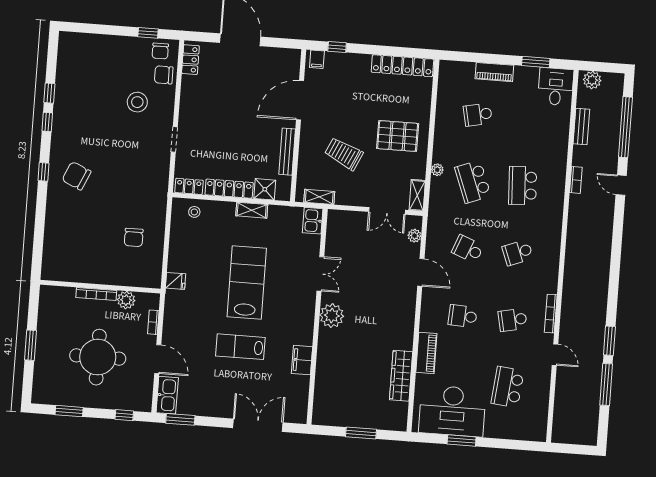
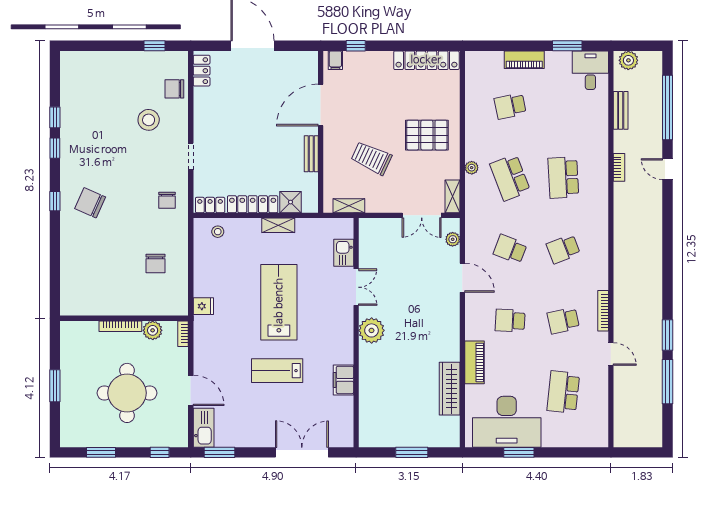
chair: (160, 51) -> (167, 200), moved
bench: (287, 152) -> (311, 154), width x0.73
kitchen sink: (313, 221) -> (344, 253), moved
bookcase: (153, 322) -> (183, 334), moved

